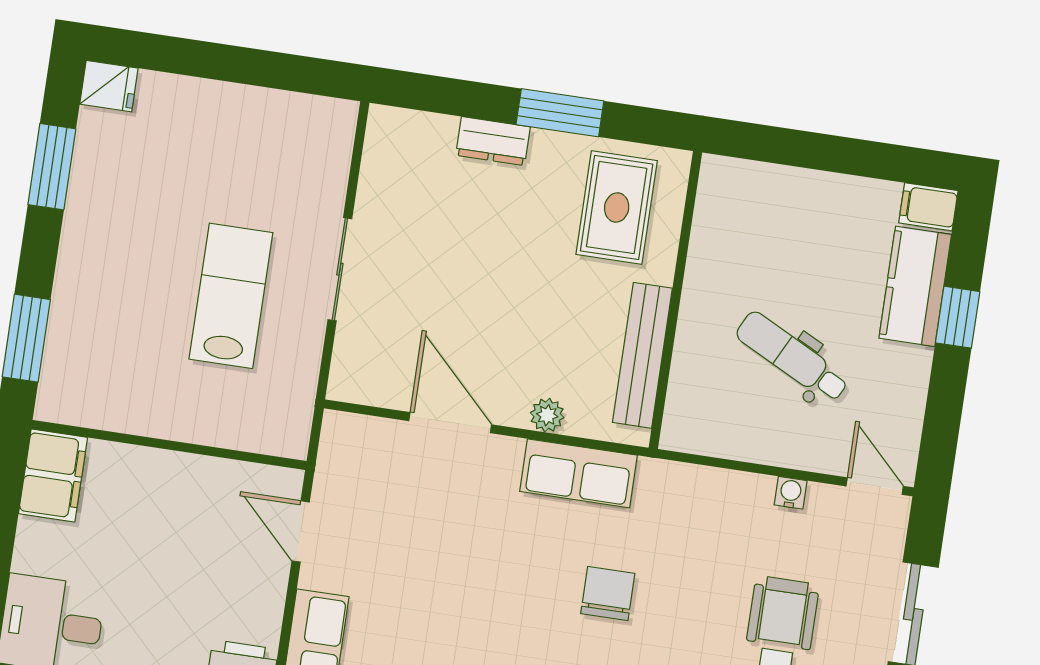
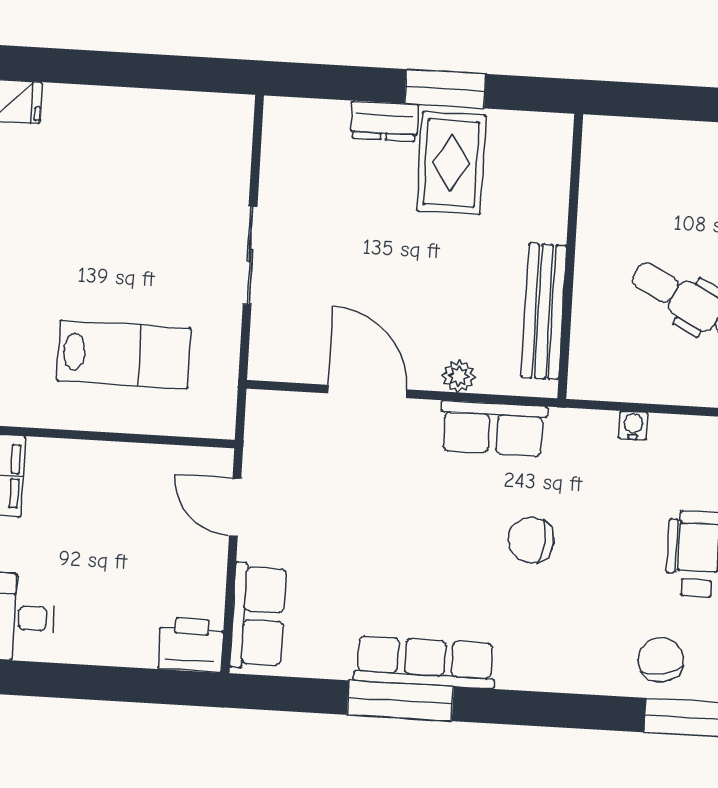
rug: (617, 207) -> (451, 163), moved
lab bench: (231, 296) -> (124, 354), moved, turned 90
water cooler: (791, 493) -> (633, 425), moved
chair: (608, 594) -> (531, 540), turned -85

